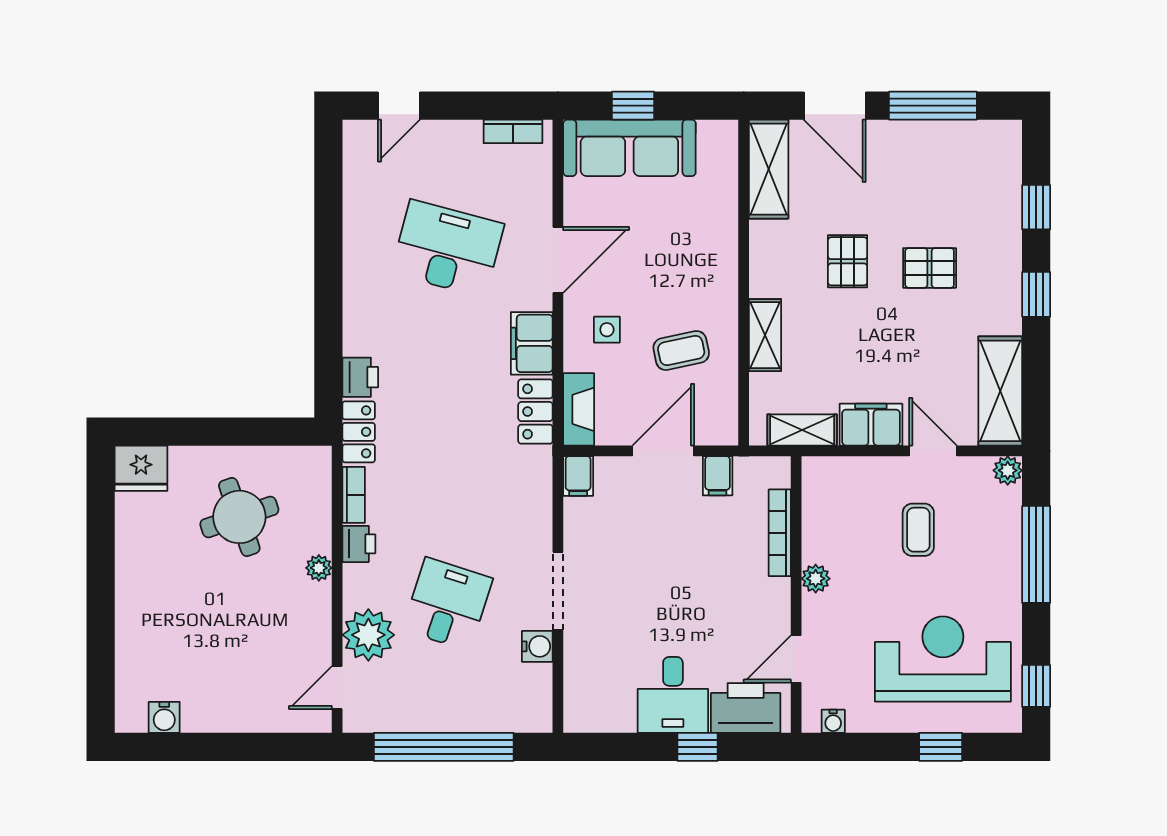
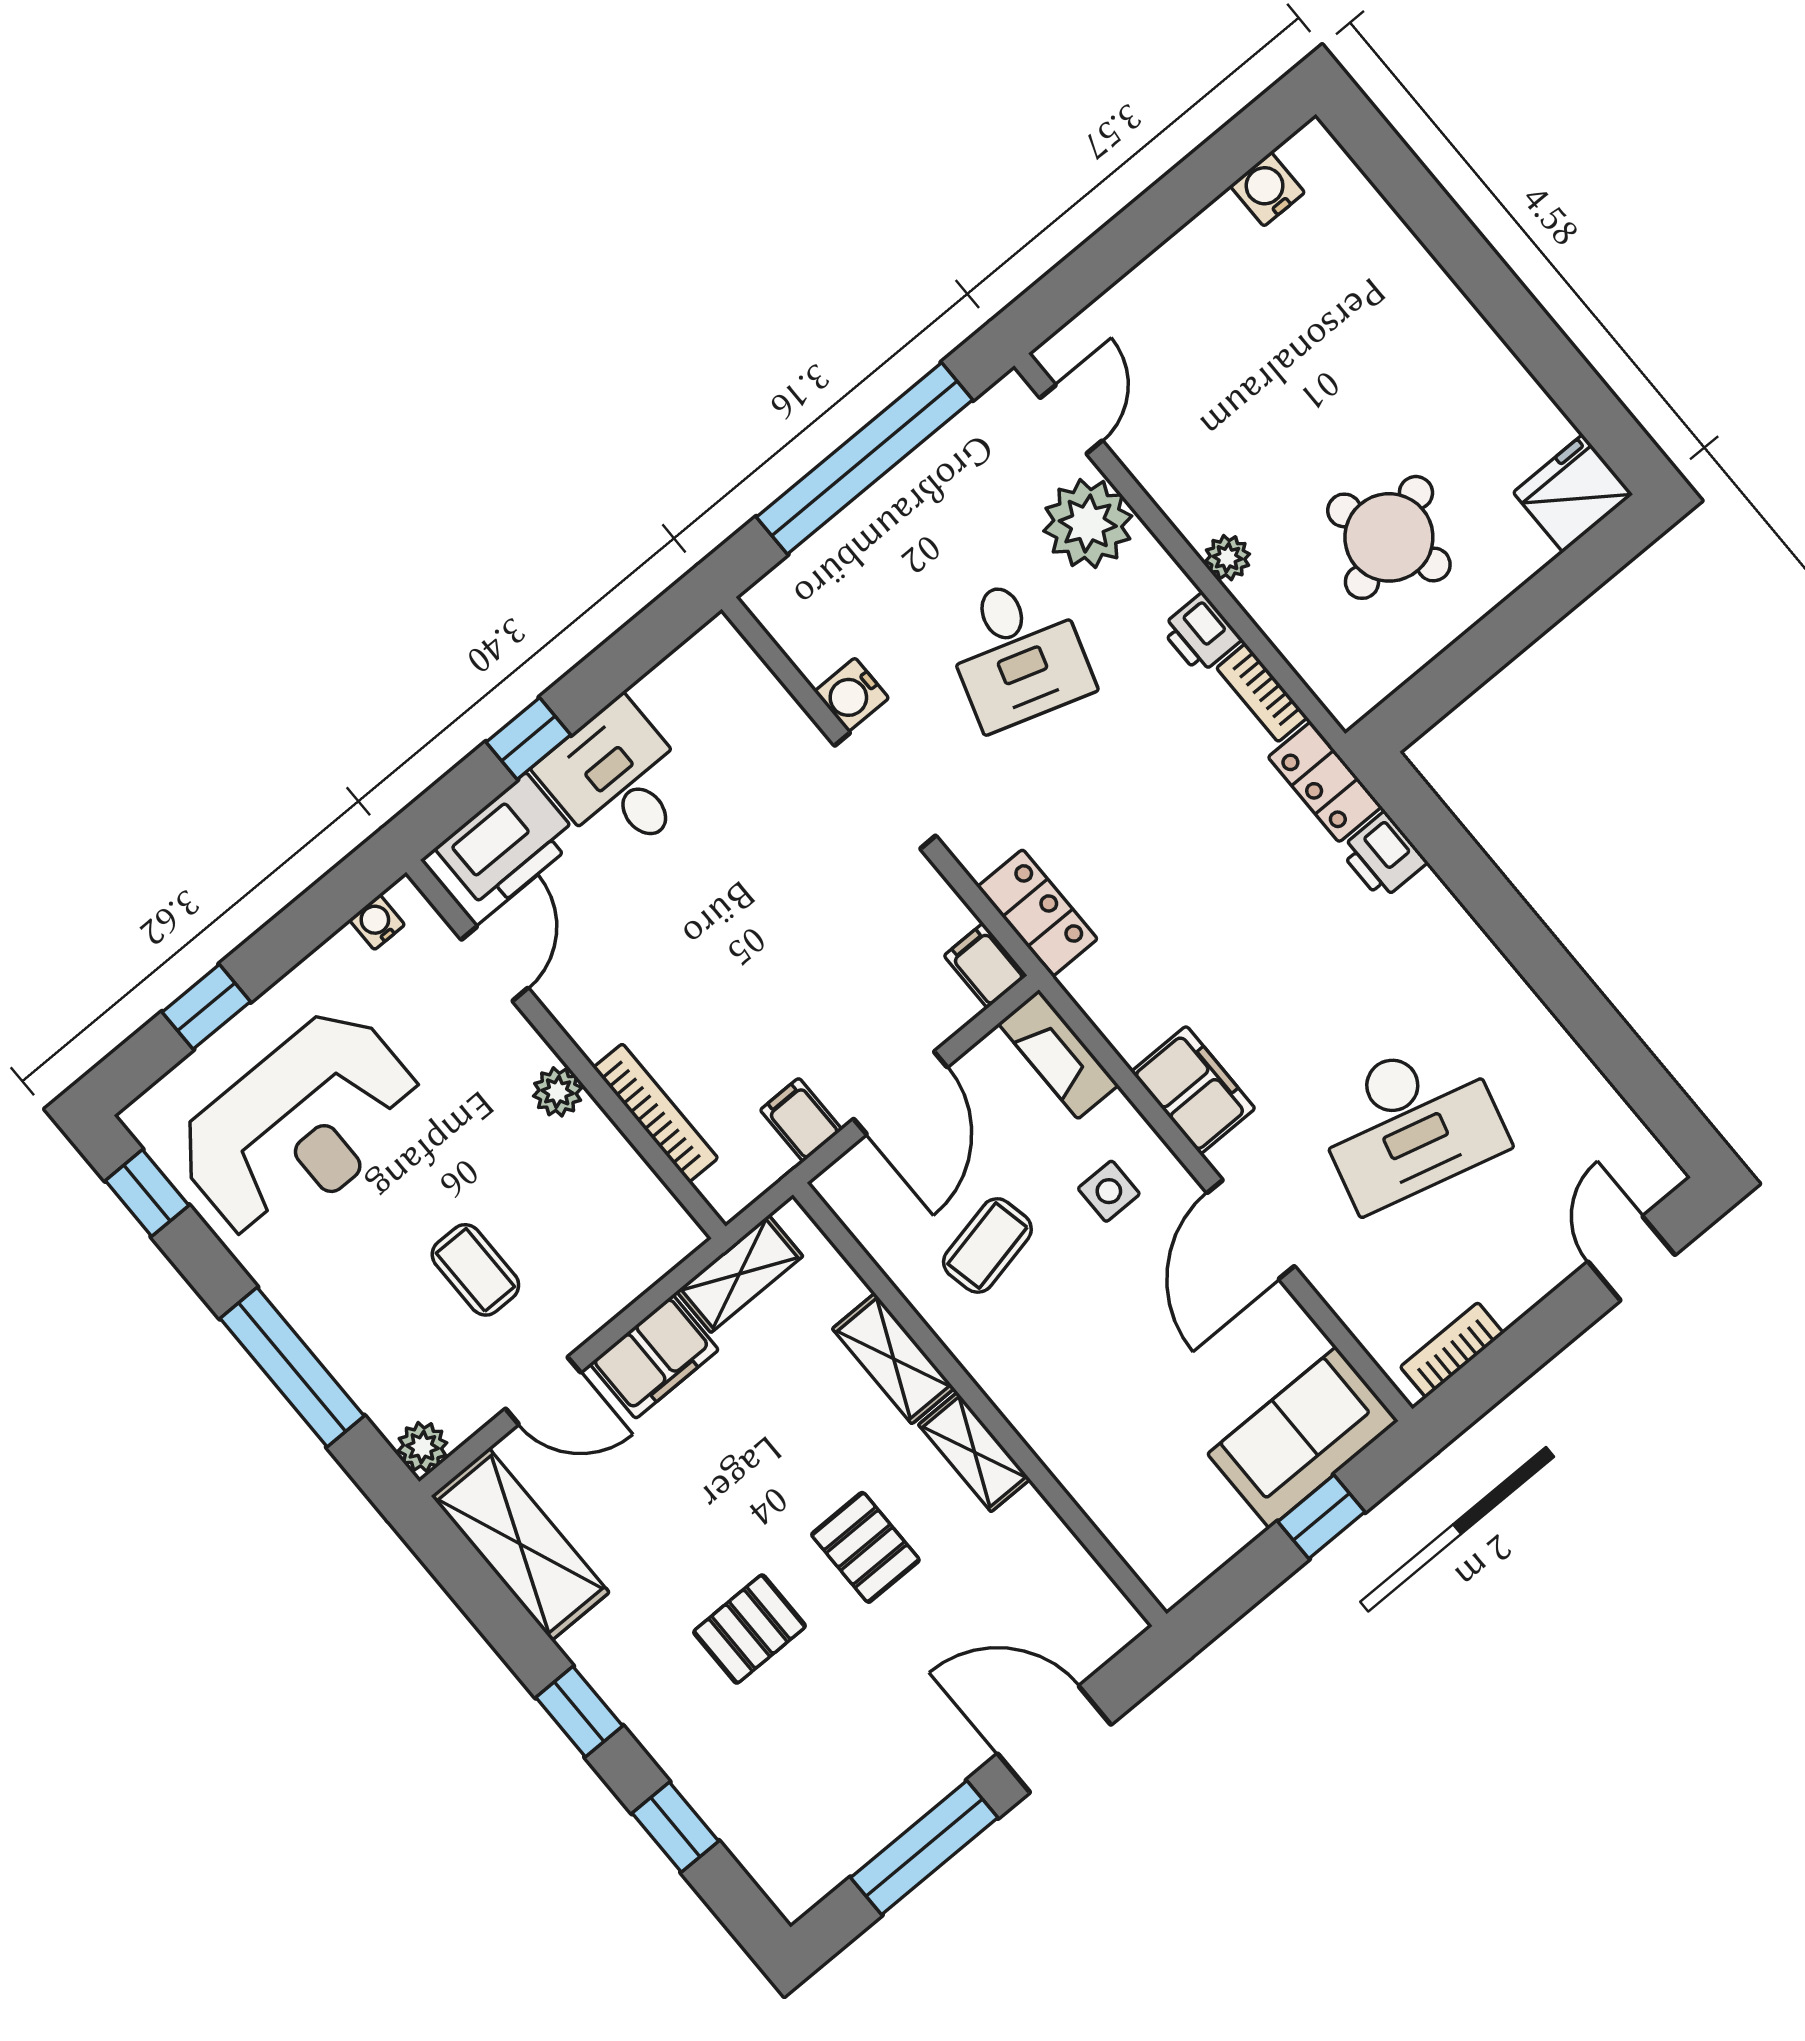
sofa: (629, 148) -> (1303, 1437), width x0.73
shelving: (769, 169) -> (974, 1452), moved, width x0.67, depth x0.75
locker: (535, 412) -> (1037, 913), moved

